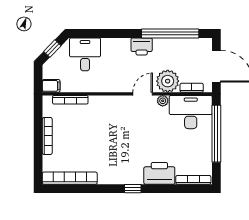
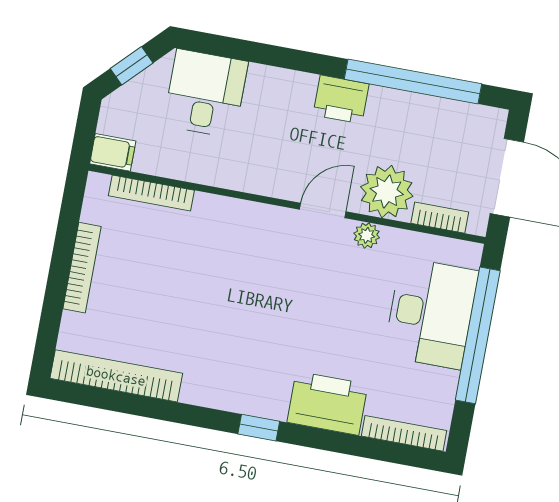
desk: (191, 112) -> (431, 313), moved, turned 90

